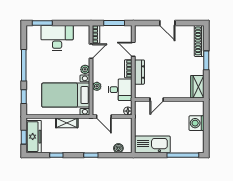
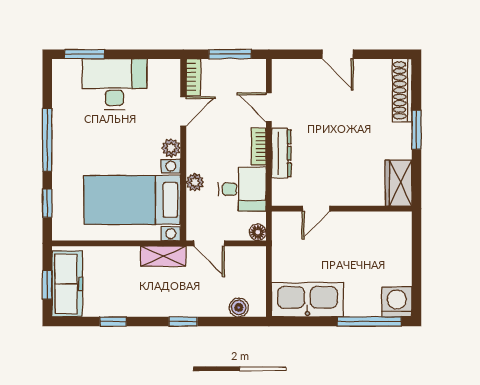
shelving: (67, 123) -> (163, 256), moved
washing machine: (197, 123) -> (397, 302), moved, turned 90

